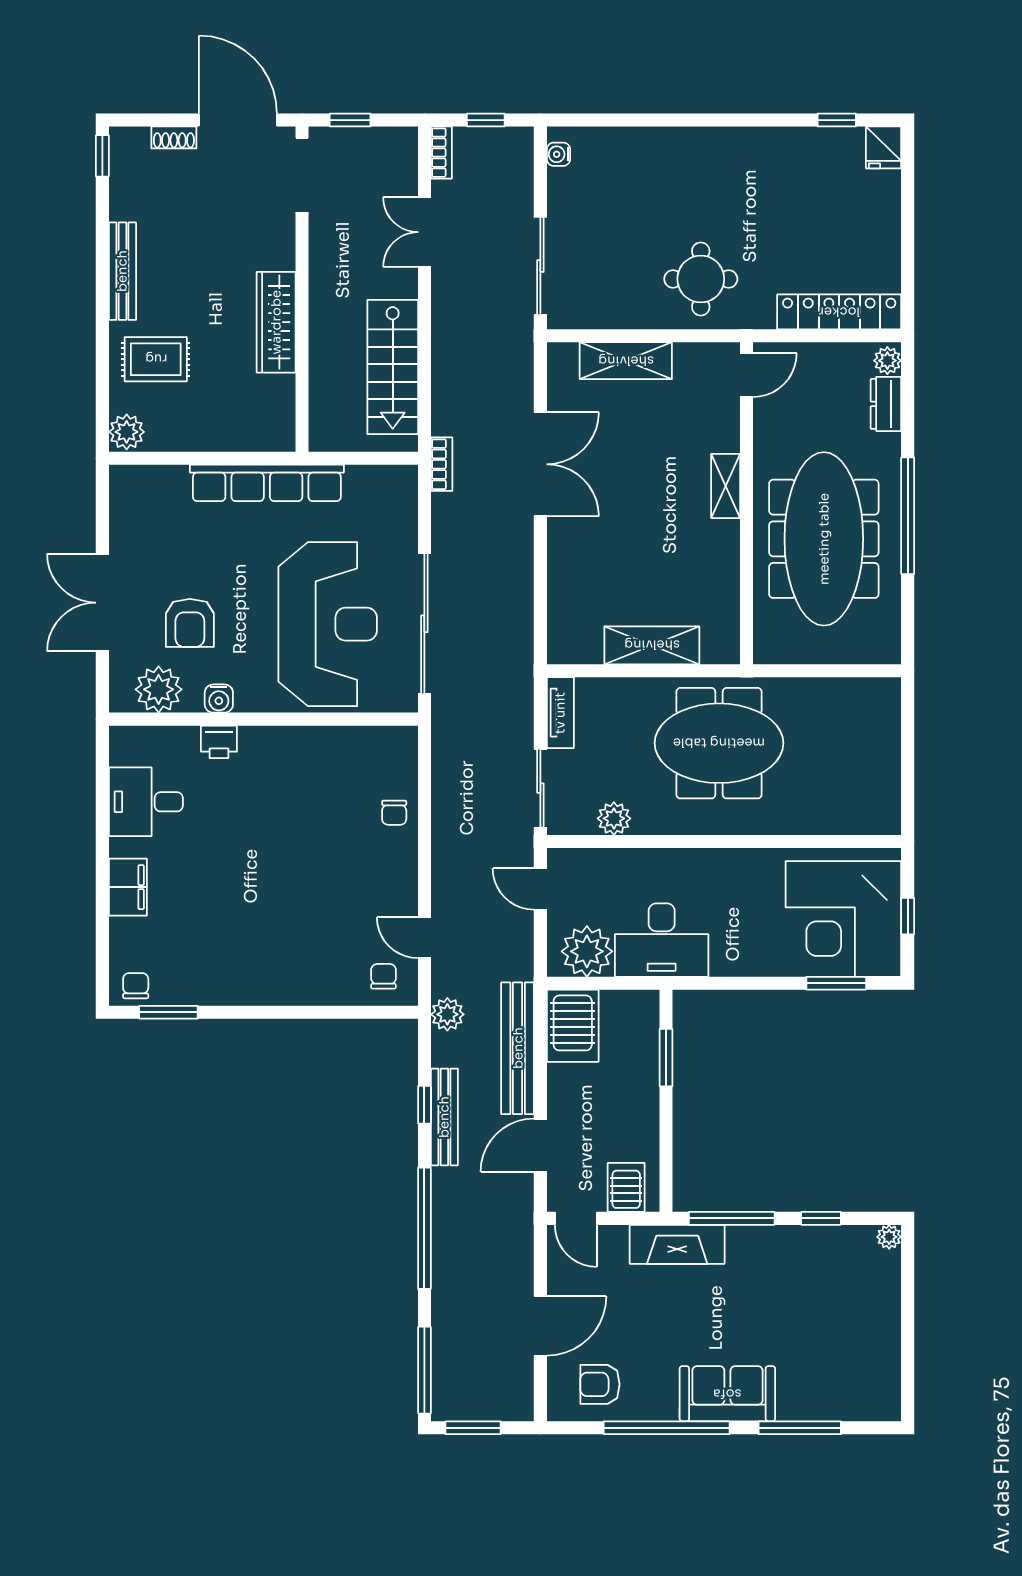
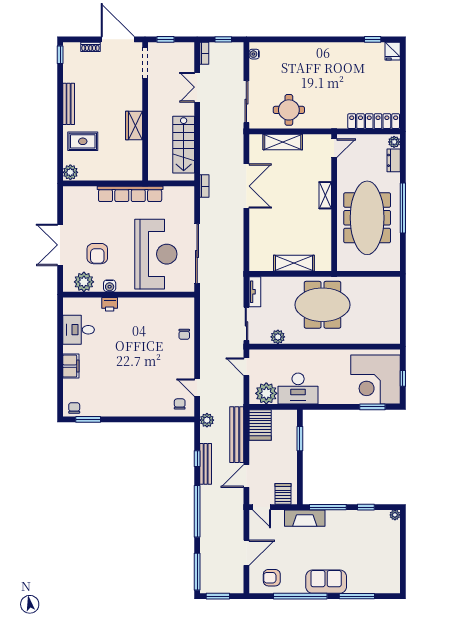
round table: (701, 279) -> (289, 110), moved
wardrobe: (276, 322) -> (134, 126), width x0.67

